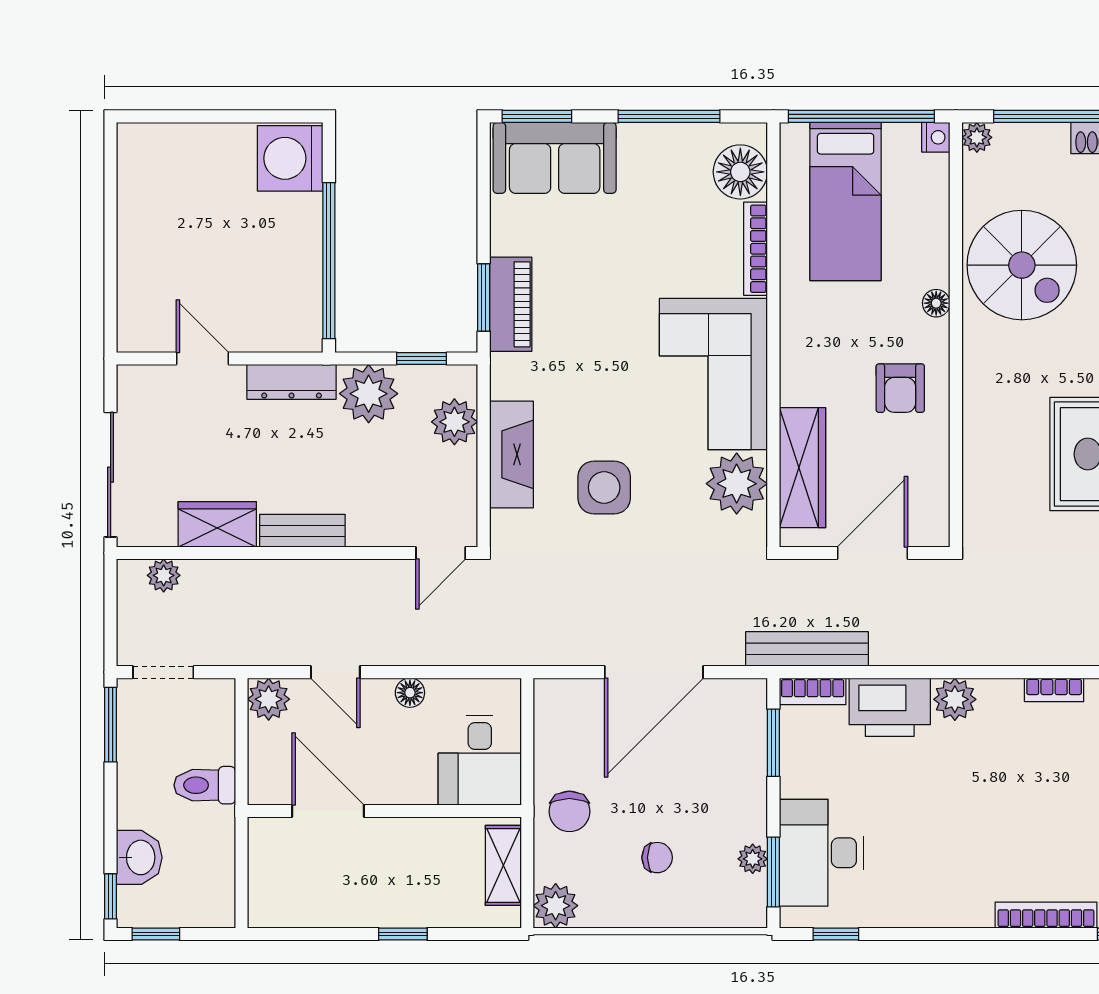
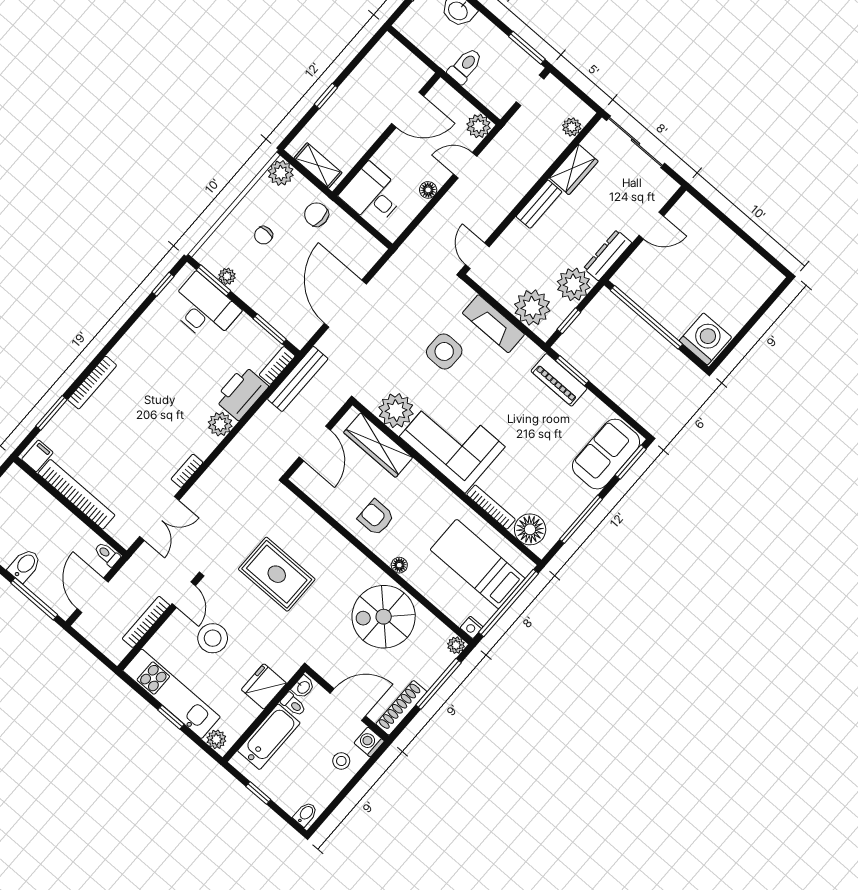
plant: (454, 422) -> (532, 308), width x1.36, depth x1.36

